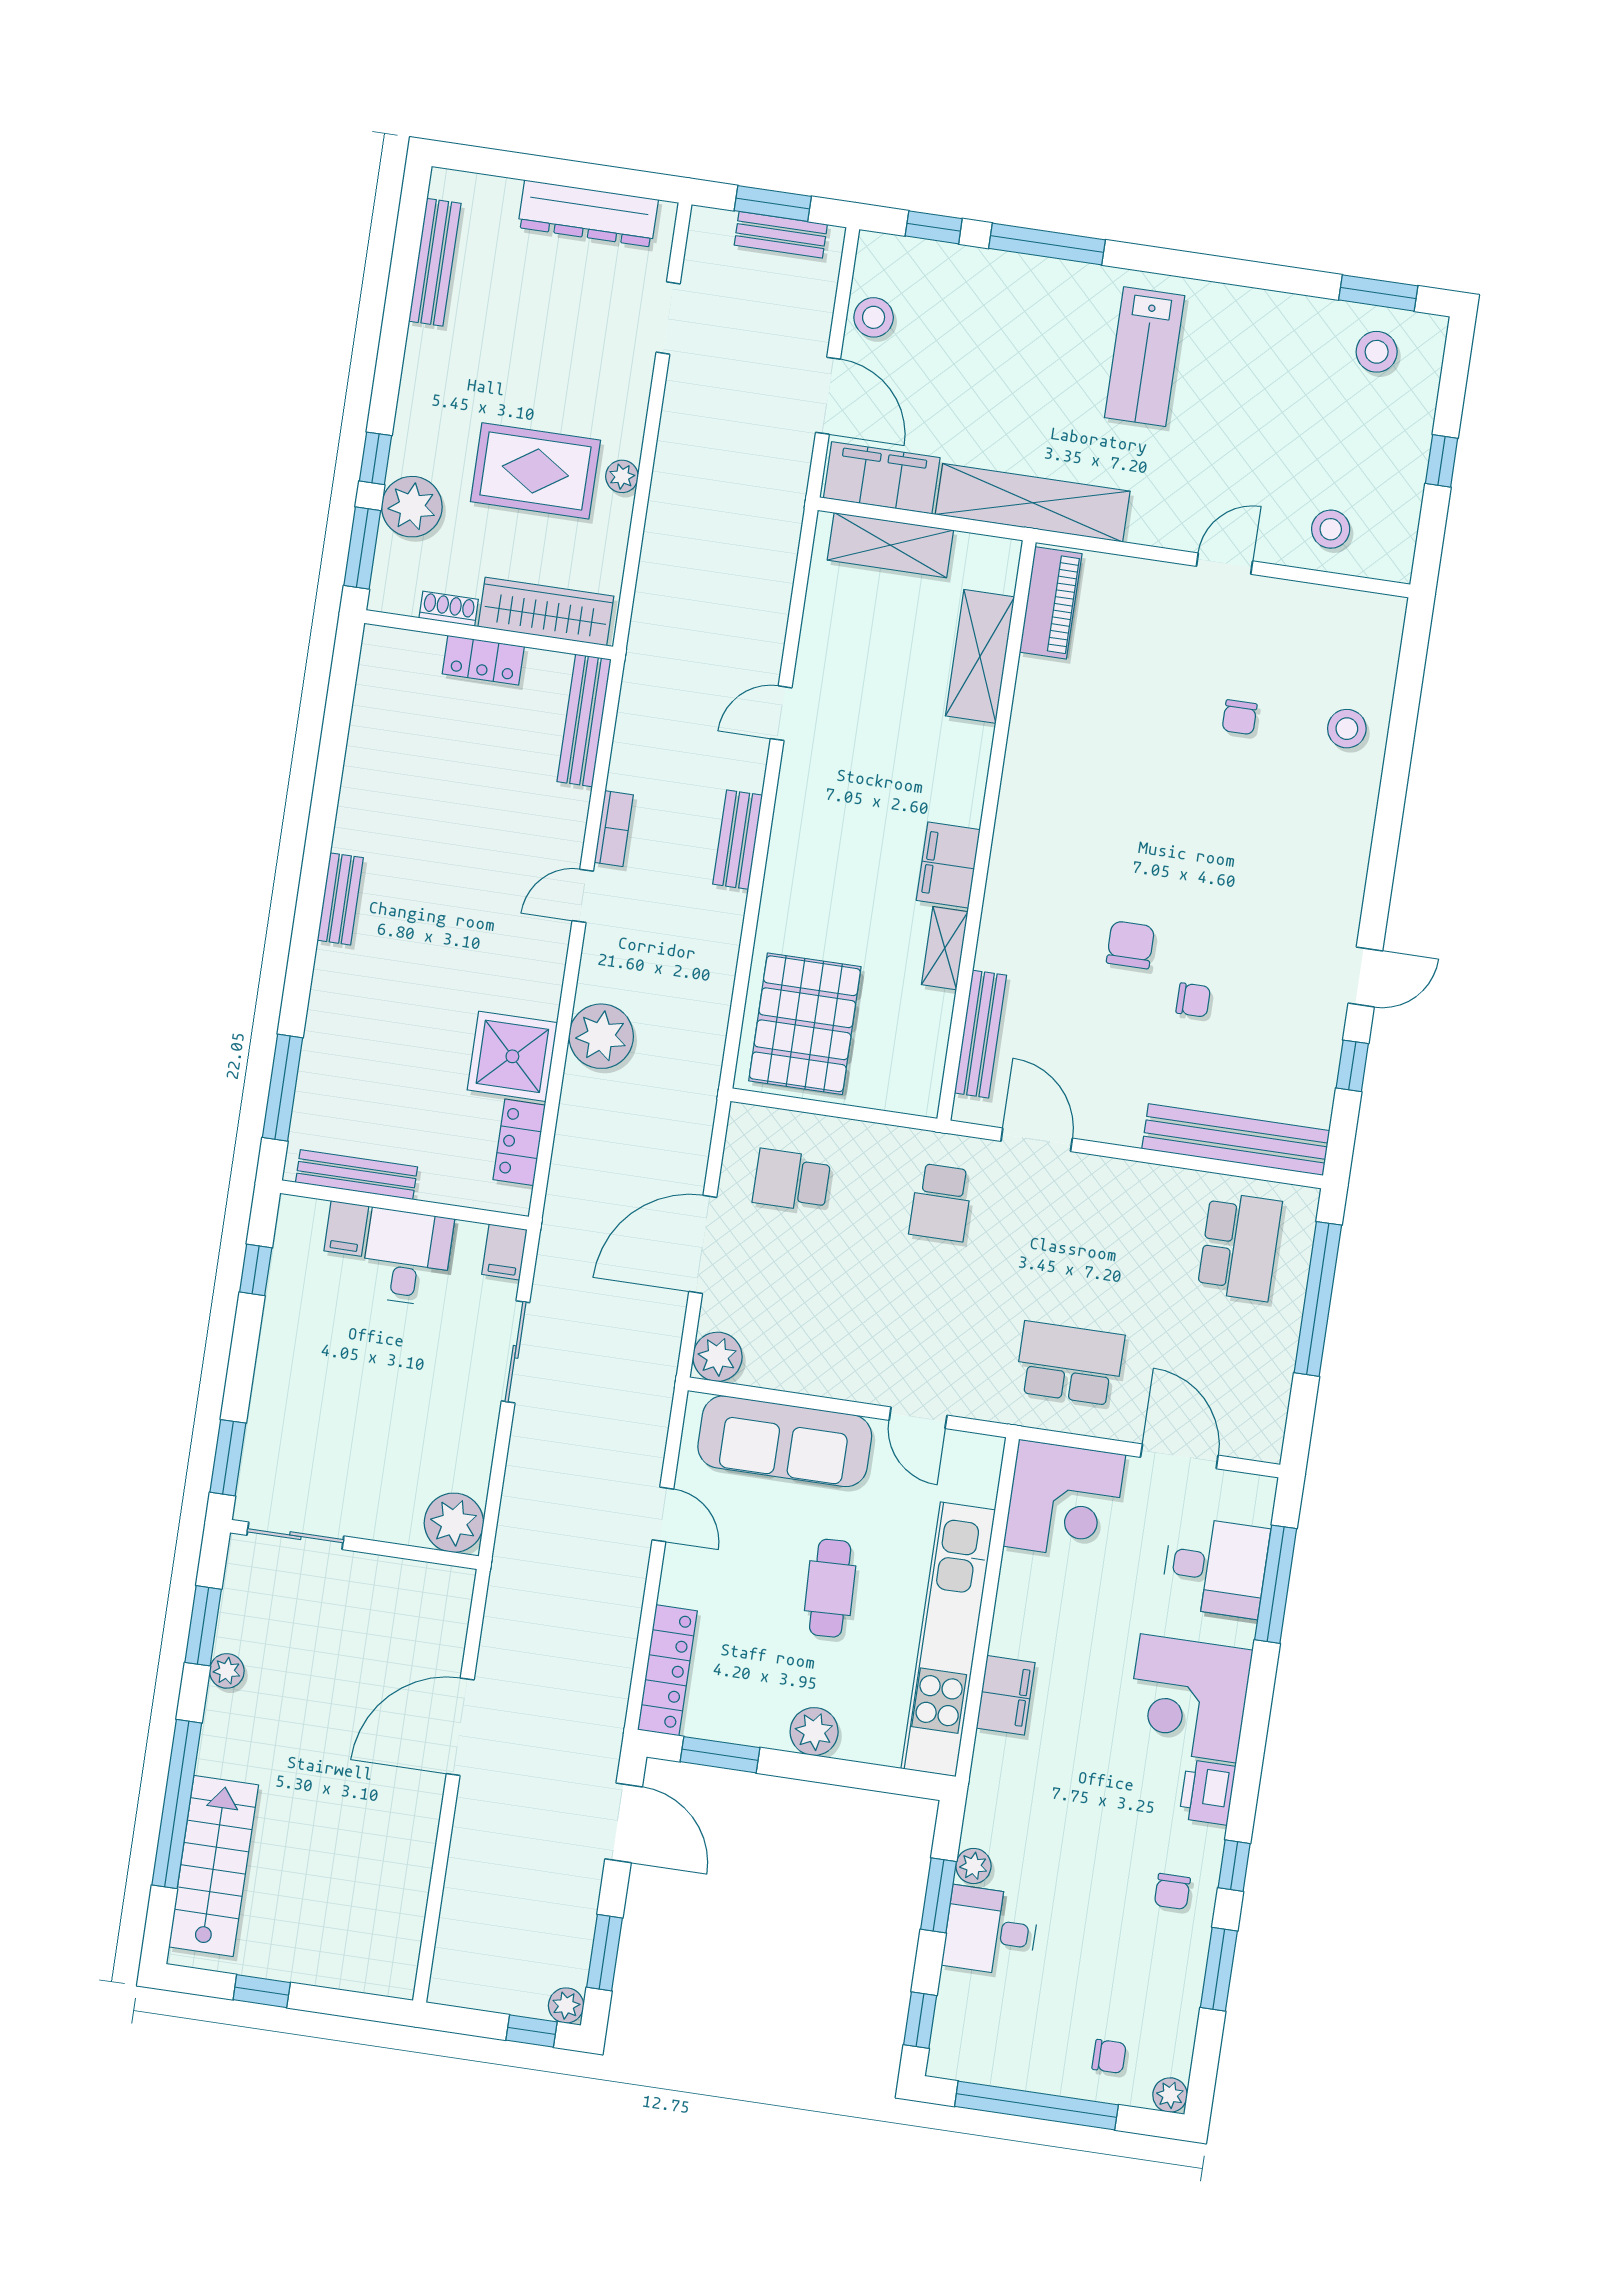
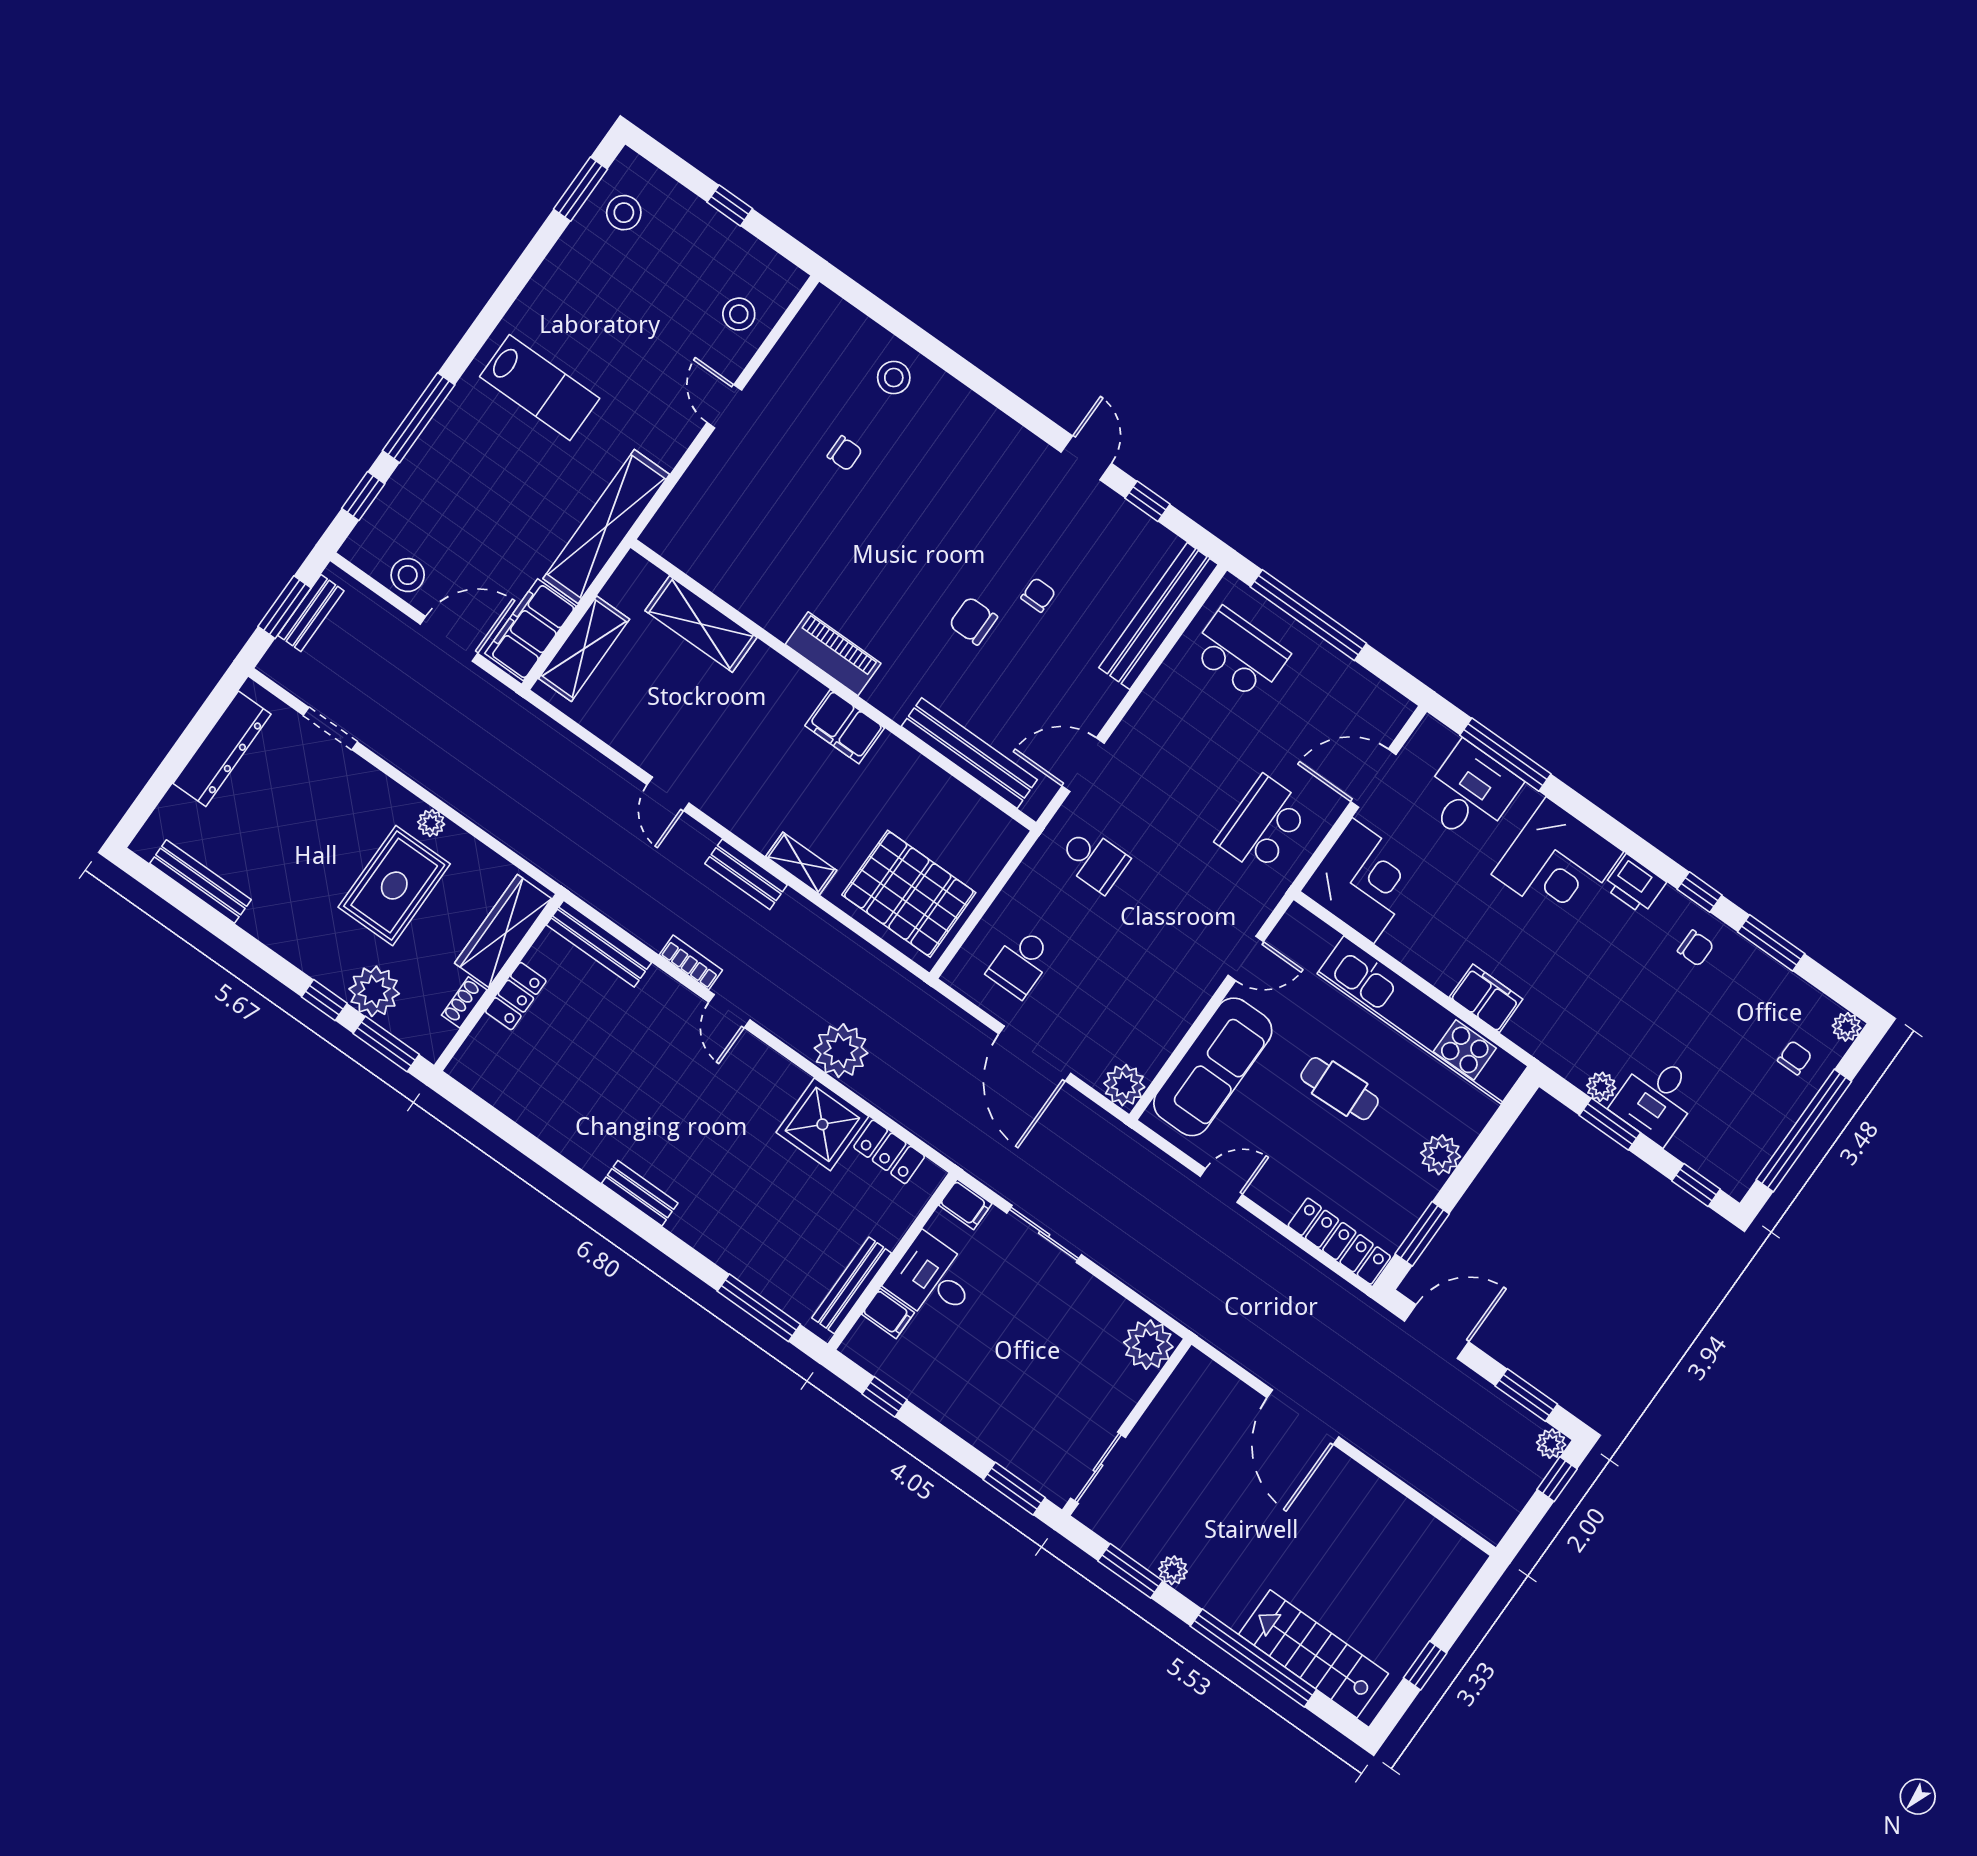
piano: (1051, 603) -> (833, 654), moved
shelving: (945, 948) -> (801, 863), moved
bench: (980, 1034) -> (969, 753), width x1.37, depth x1.21

